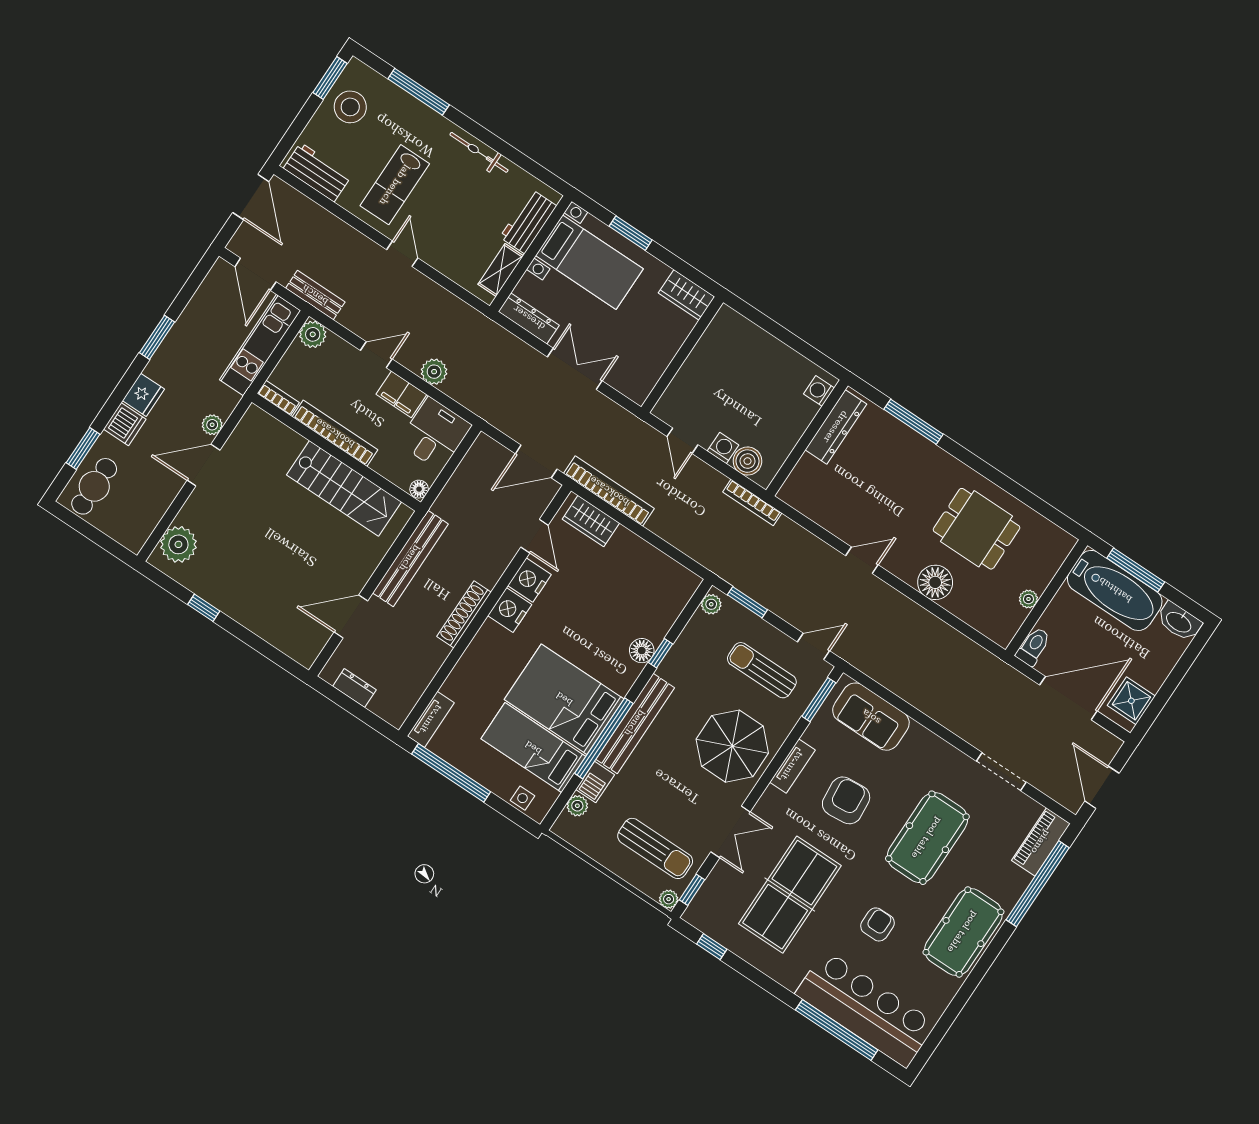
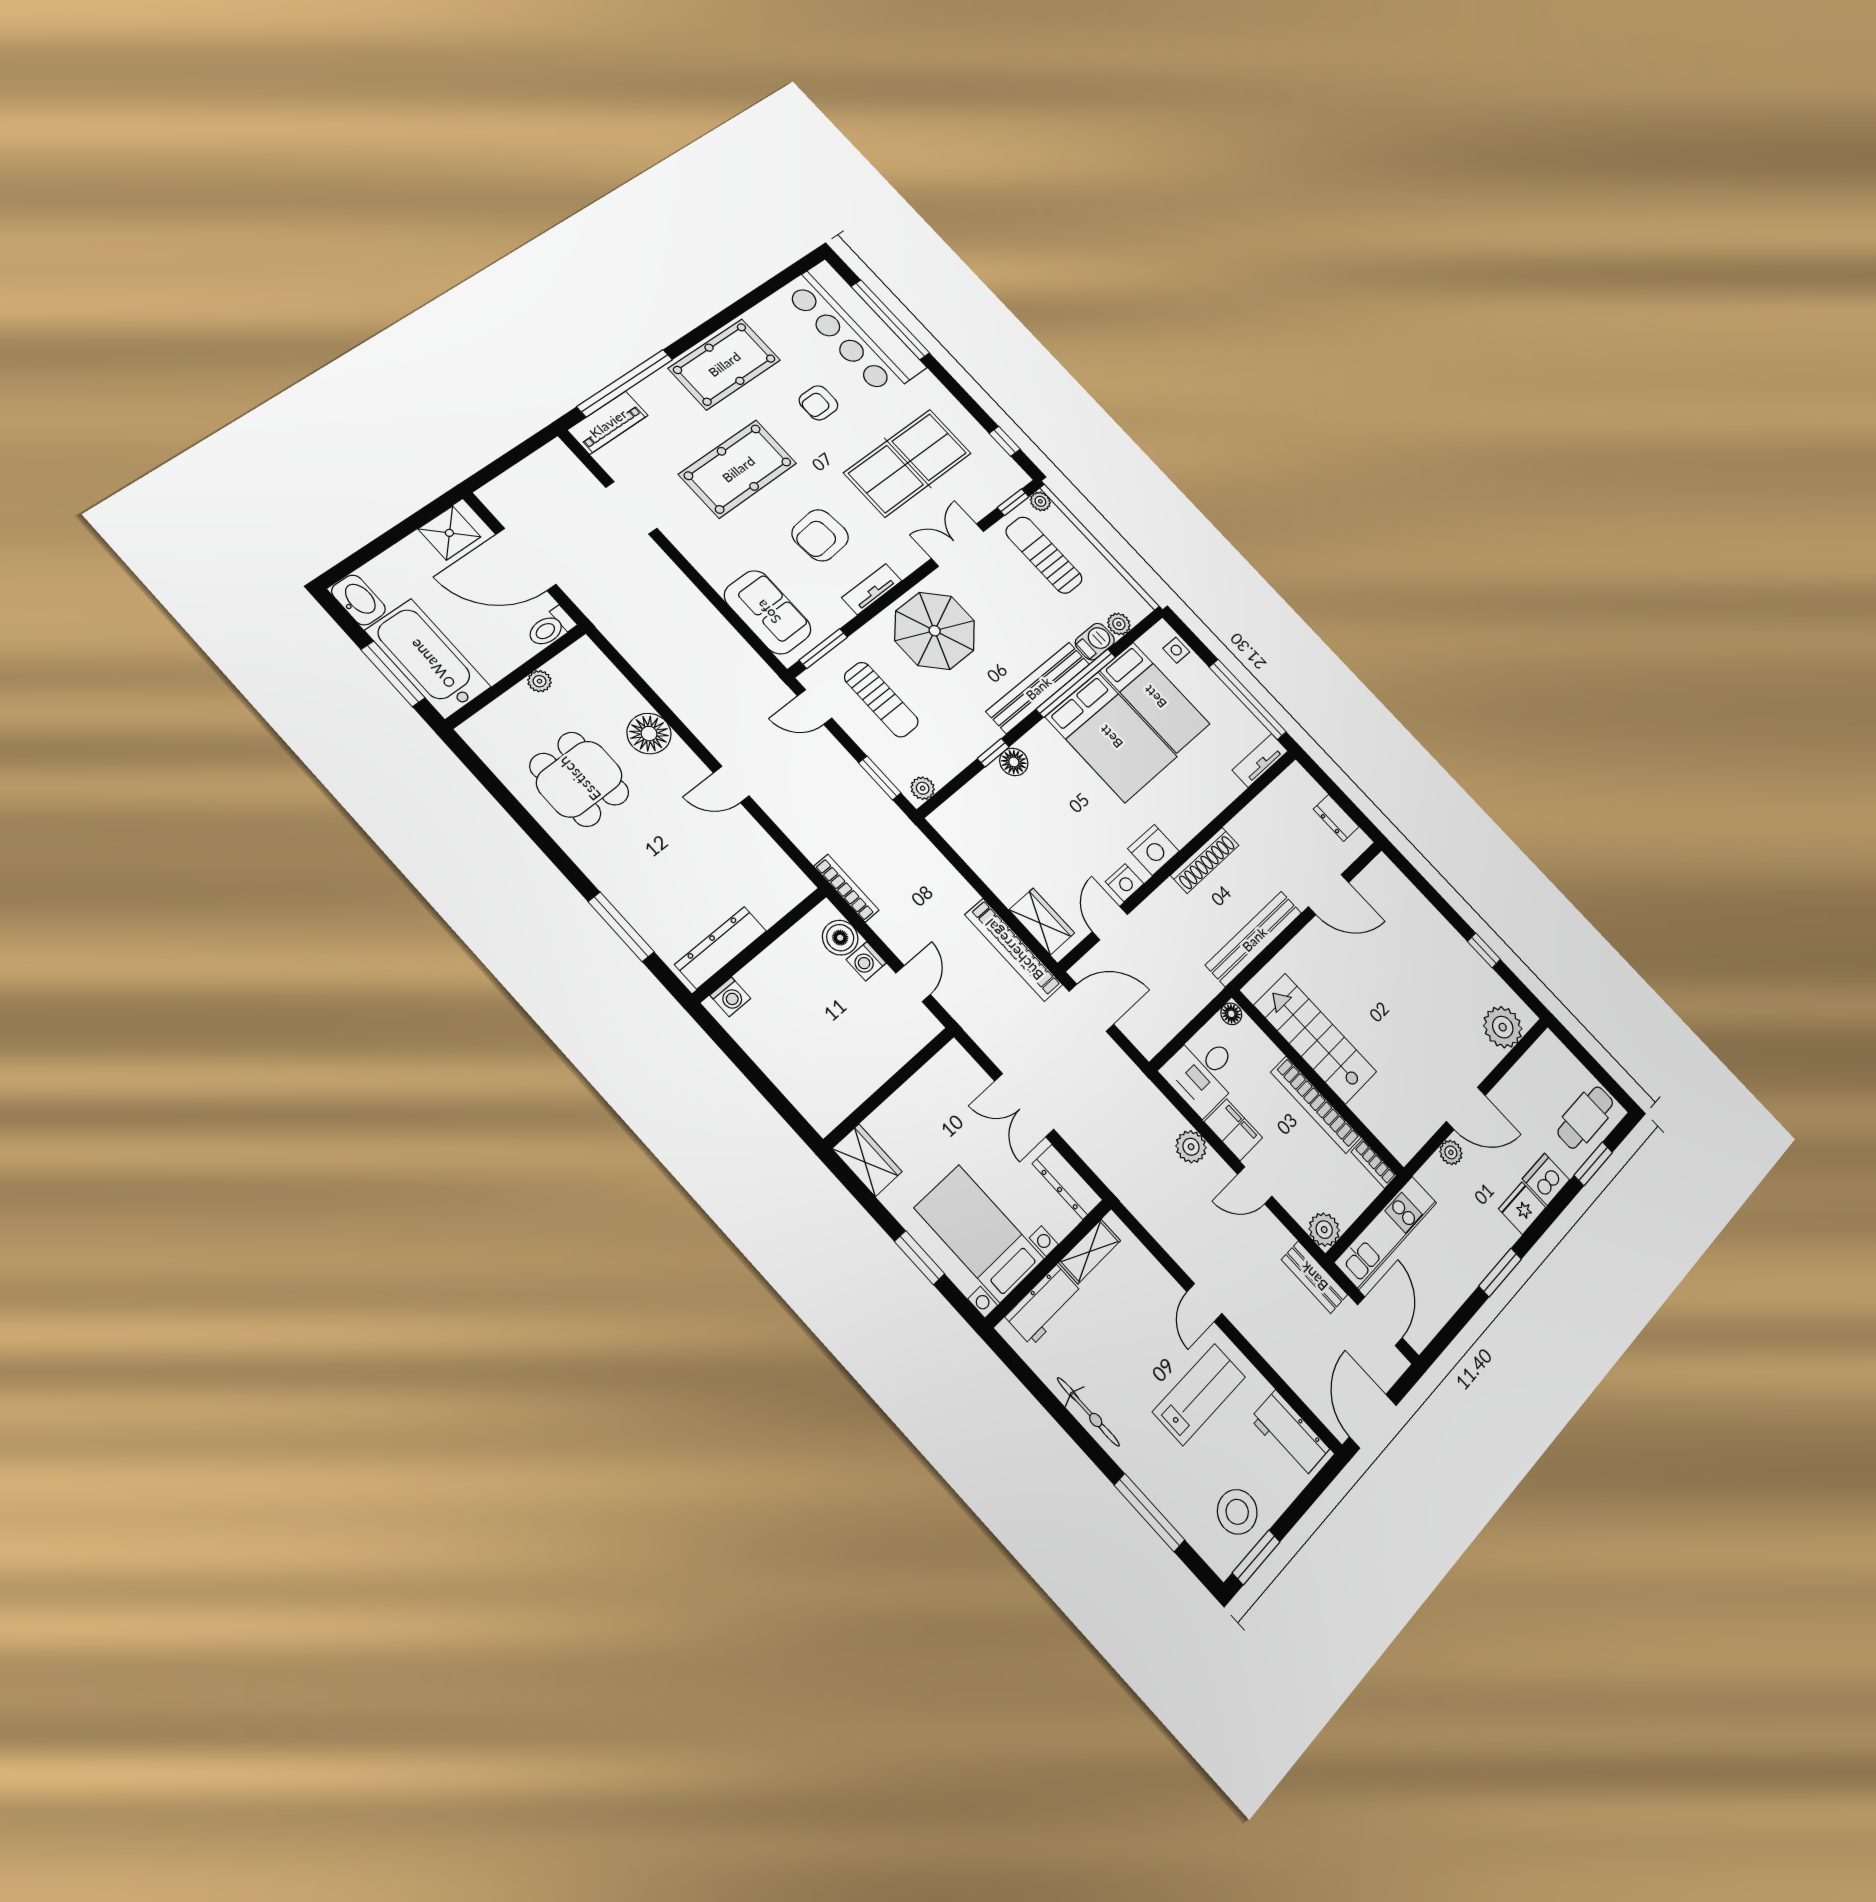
nightstand: (529, 580) -> (1124, 883), width x0.74, depth x0.75
door: (1102, 787) -> (517, 455), removed

